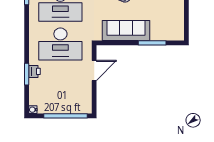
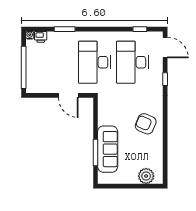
sofa: (126, 30) -> (108, 149), moved
printer: (34, 71) -> (41, 37), moved

